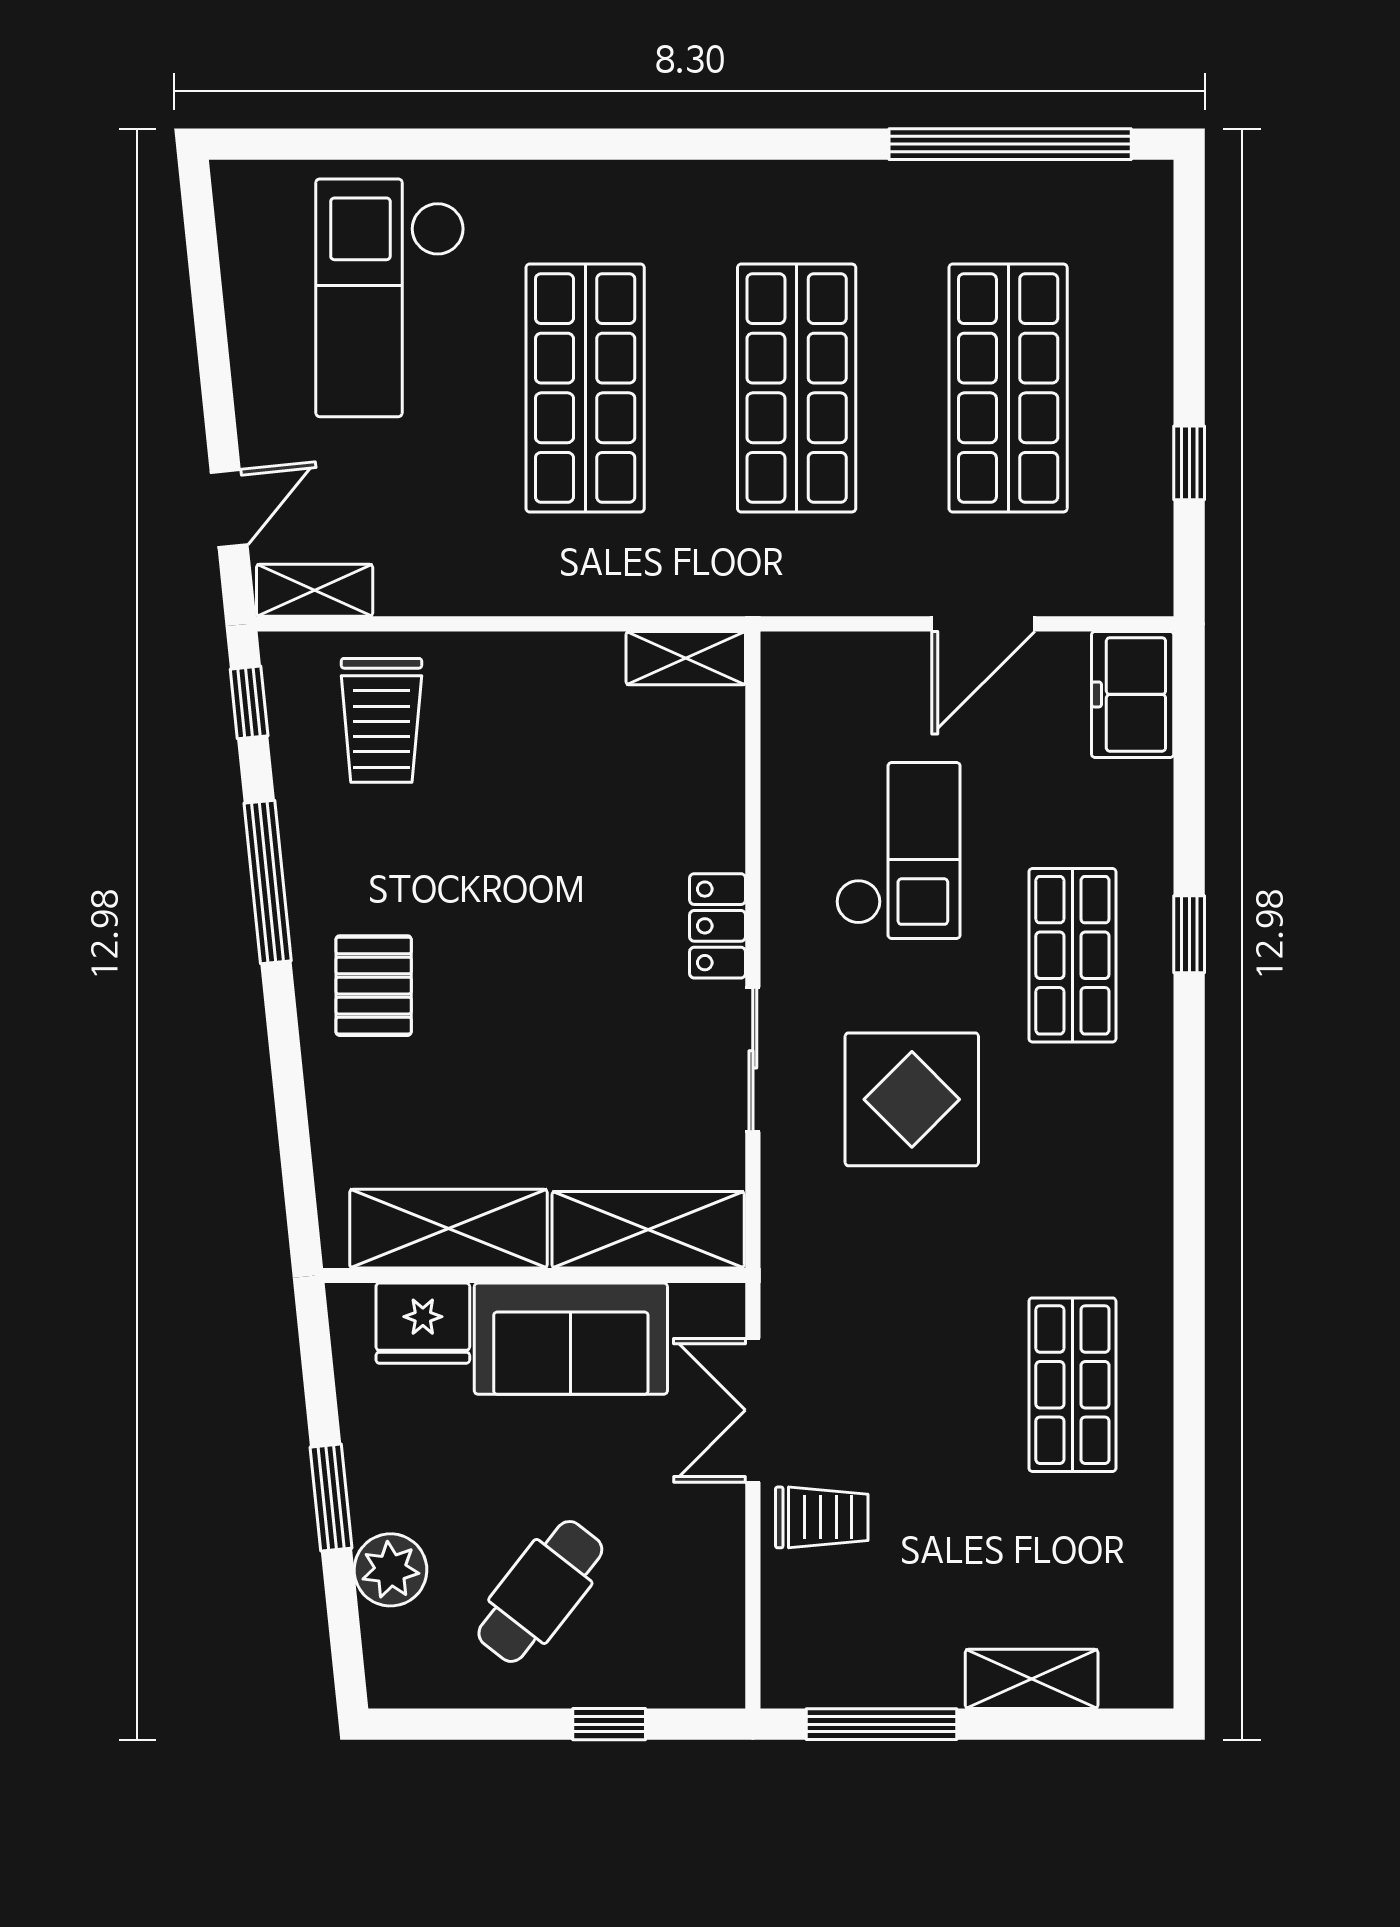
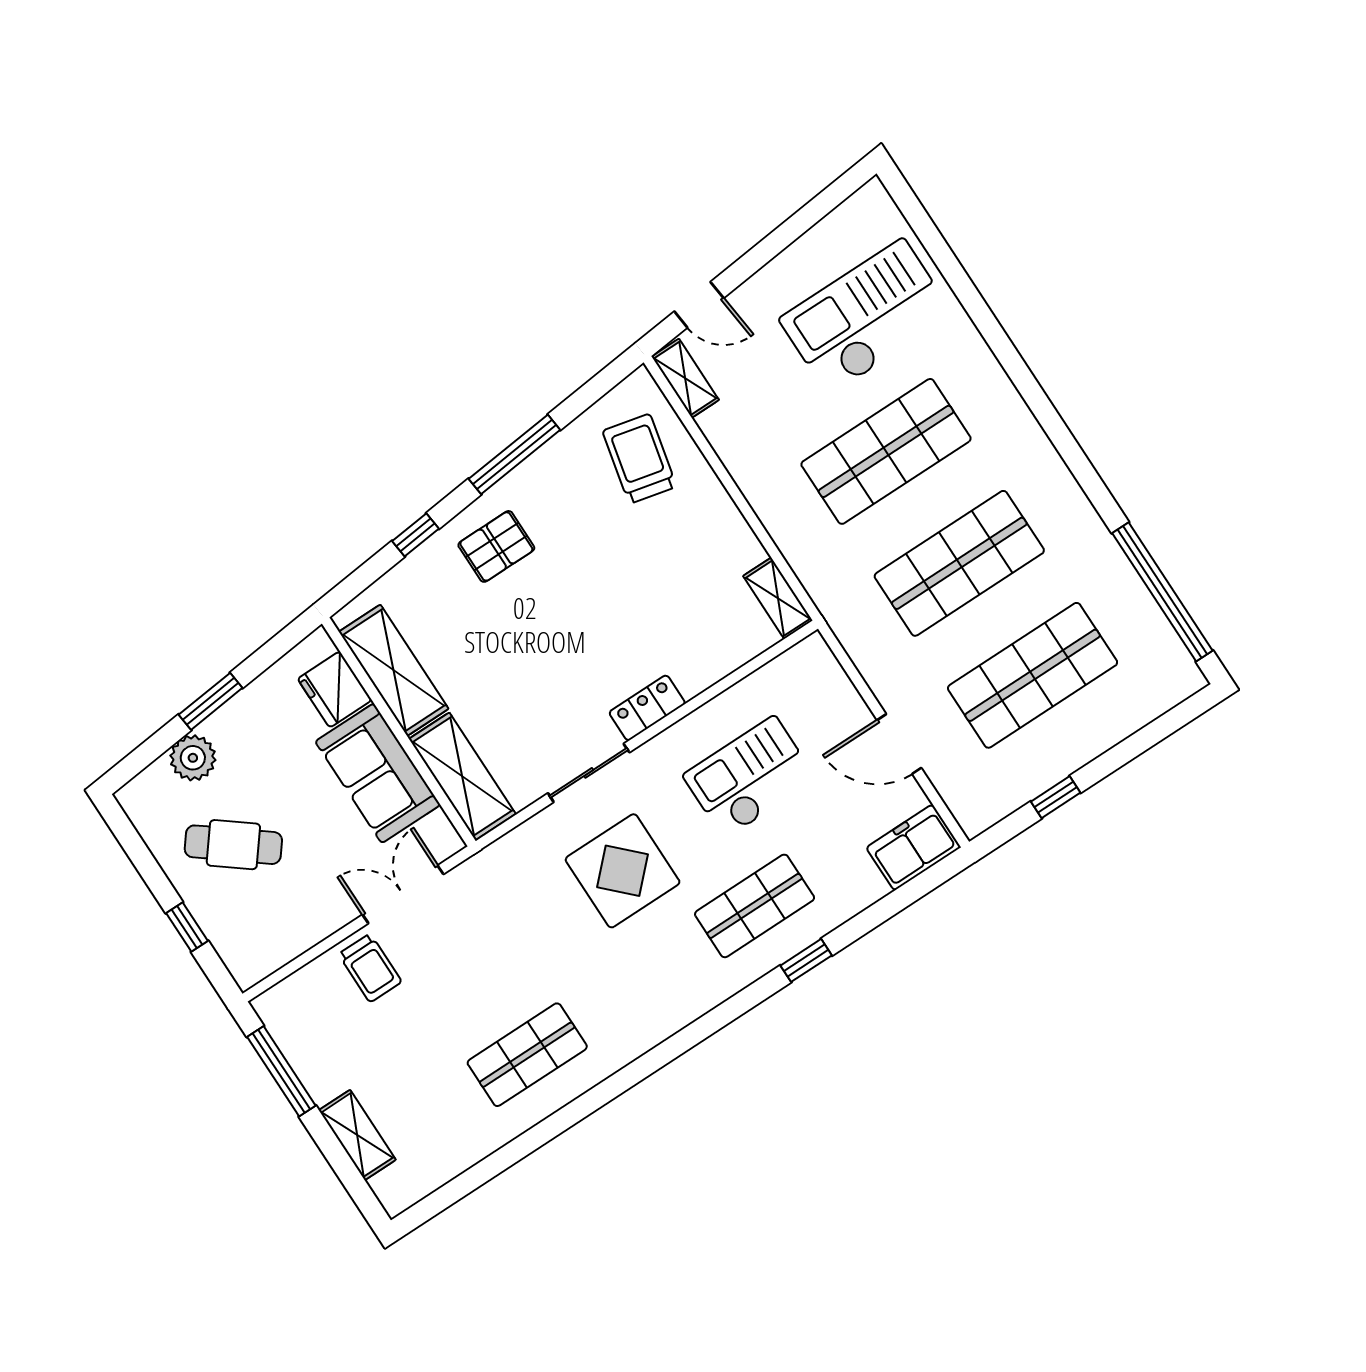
window: (249, 702) -> (416, 535), moved
trolley: (381, 720) -> (639, 459), turned 103
checkout: (898, 850) -> (750, 777), turned 180

